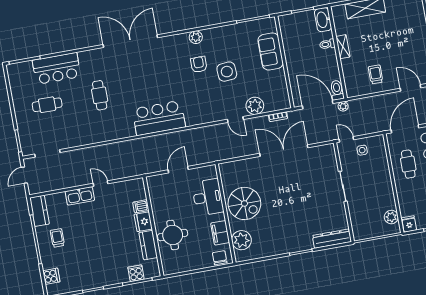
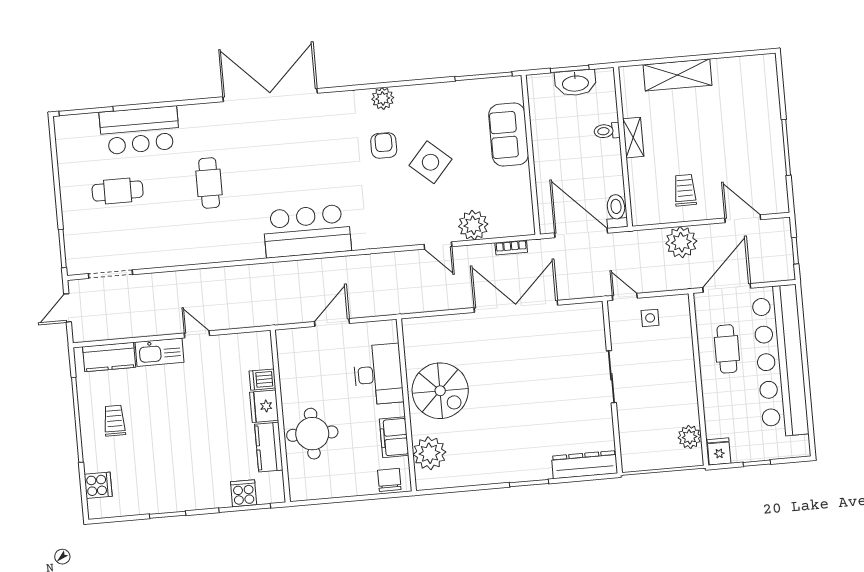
washbasin: (323, 20) -> (575, 83), moved, turned -90
side table: (227, 72) -> (431, 162), turned 45
plant: (343, 106) -> (681, 242), moved, width x1.87, depth x1.87
kitchen counter: (39, 211) -> (109, 357), moved, turned 90

